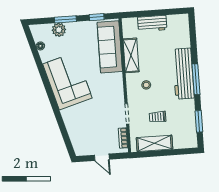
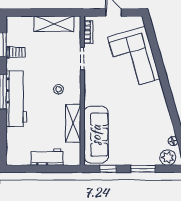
plant: (59, 30) -> (168, 158), moved
corner sofa: (67, 81) -> (134, 58), moved
trolley: (158, 117) -> (16, 52), moved

